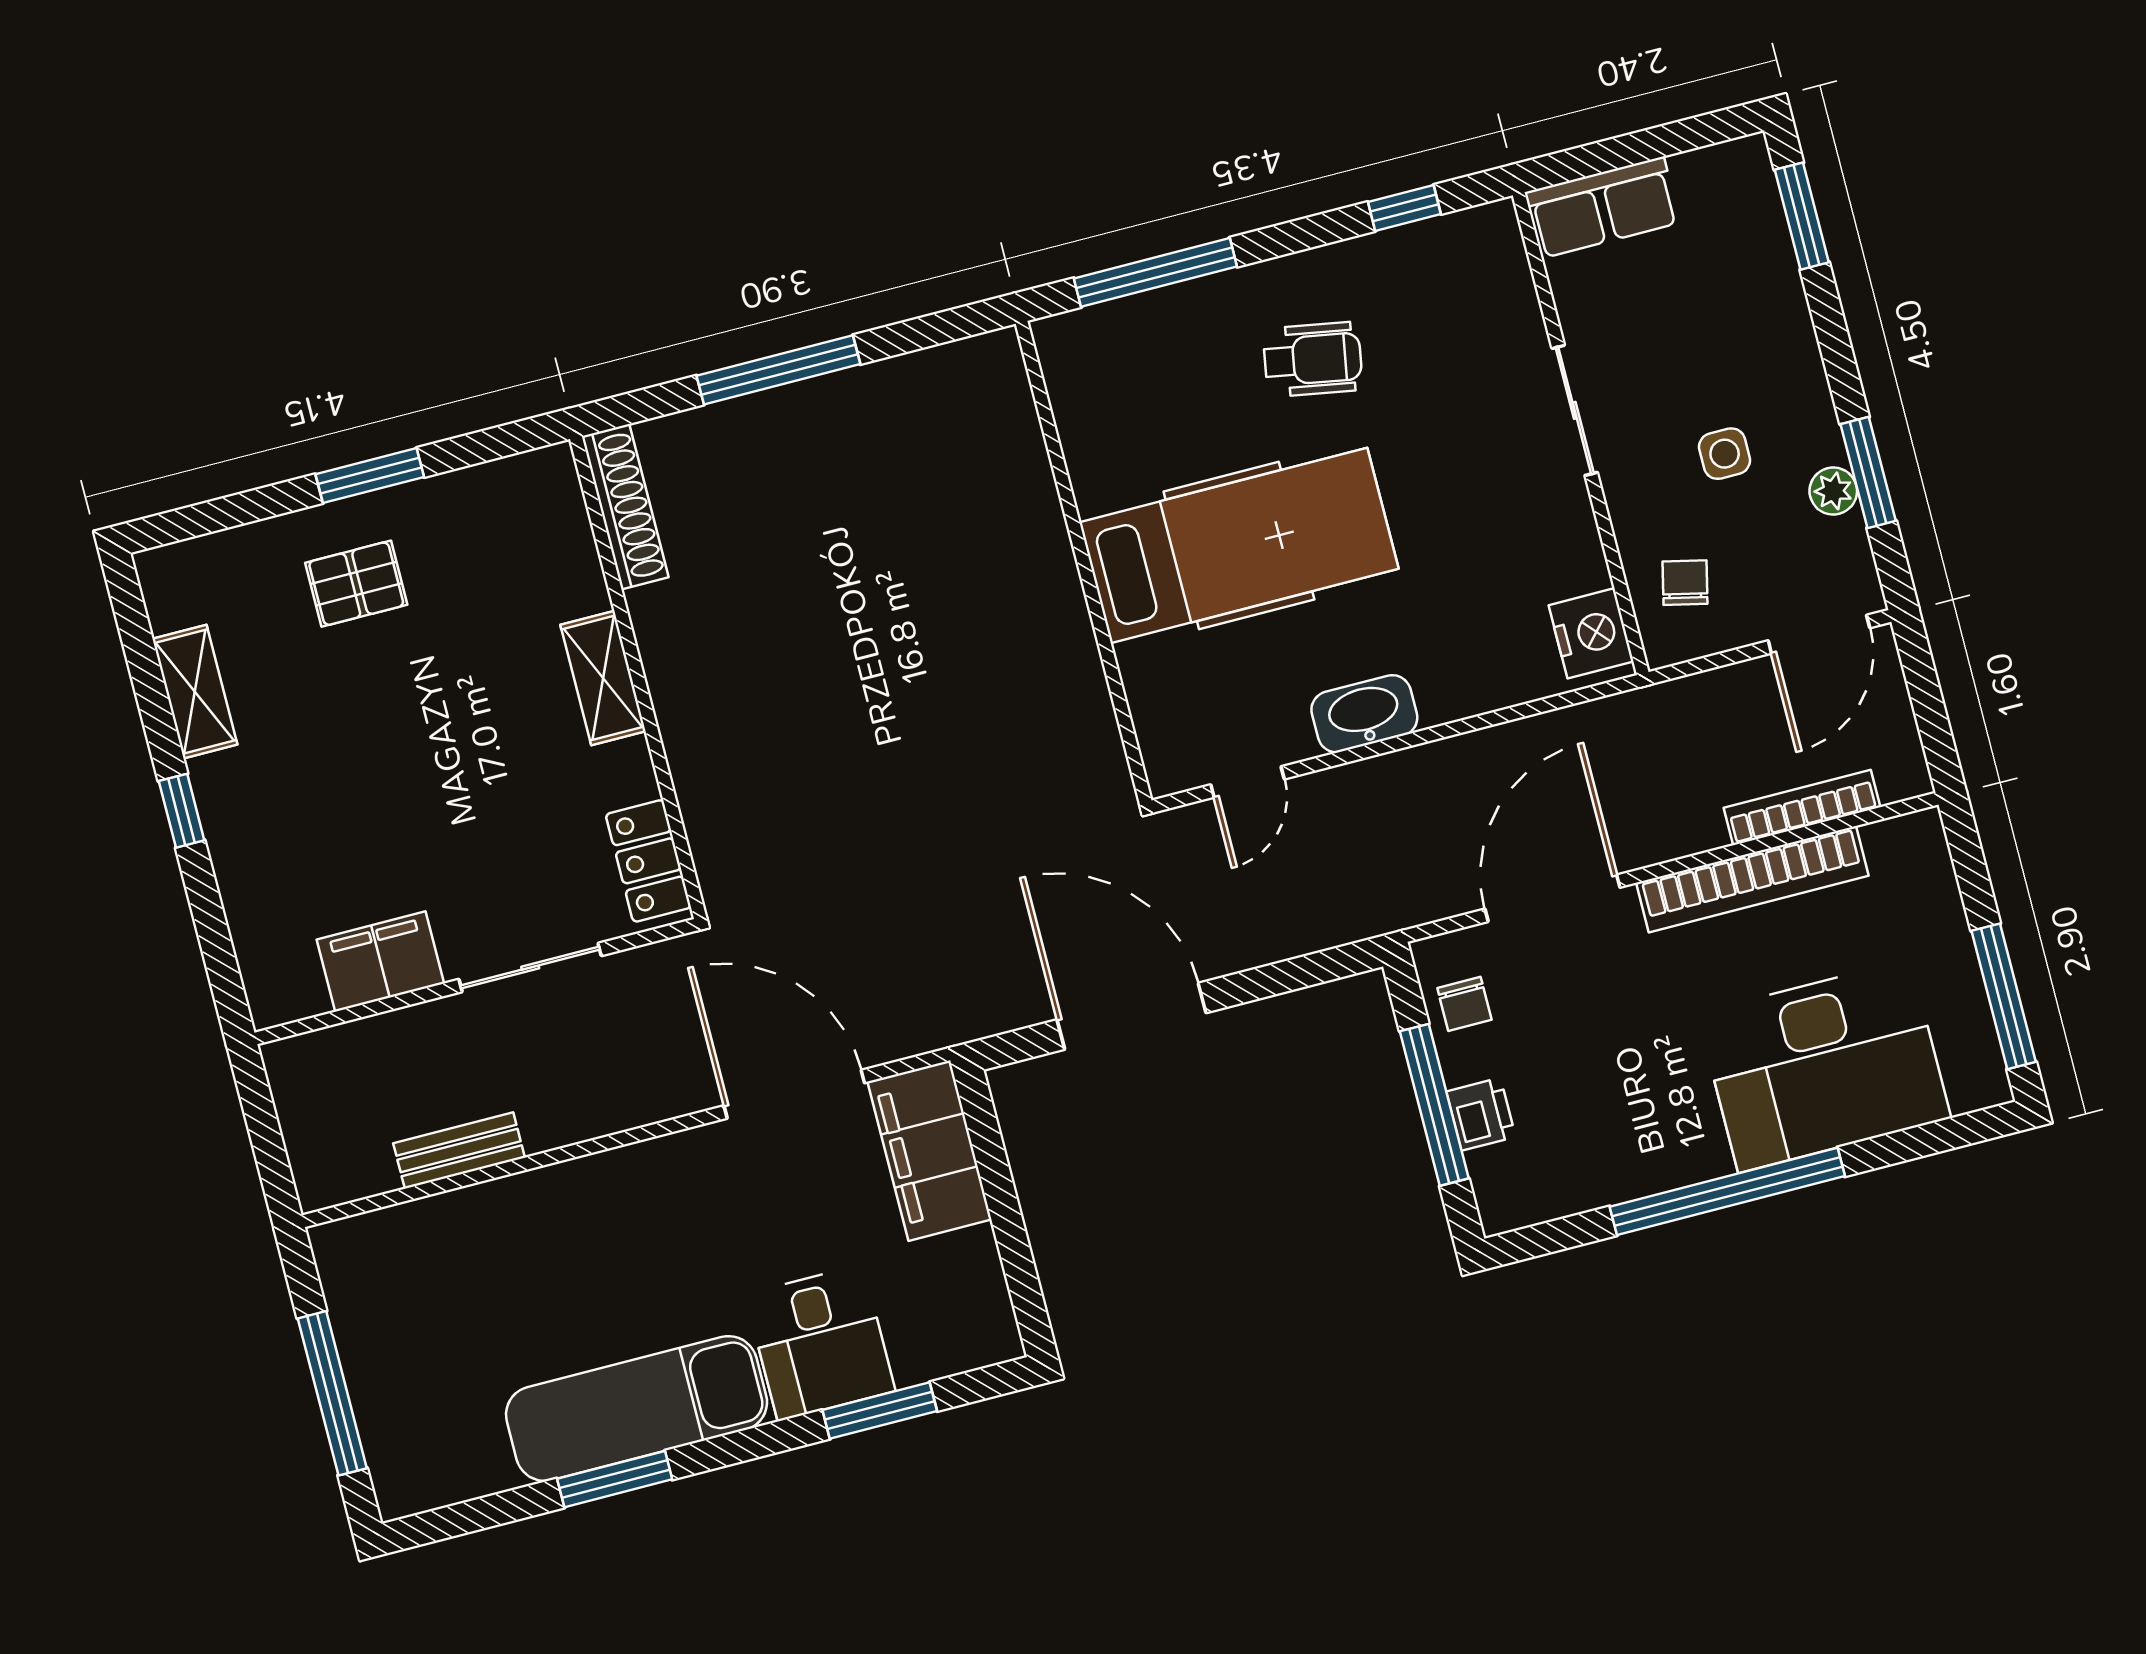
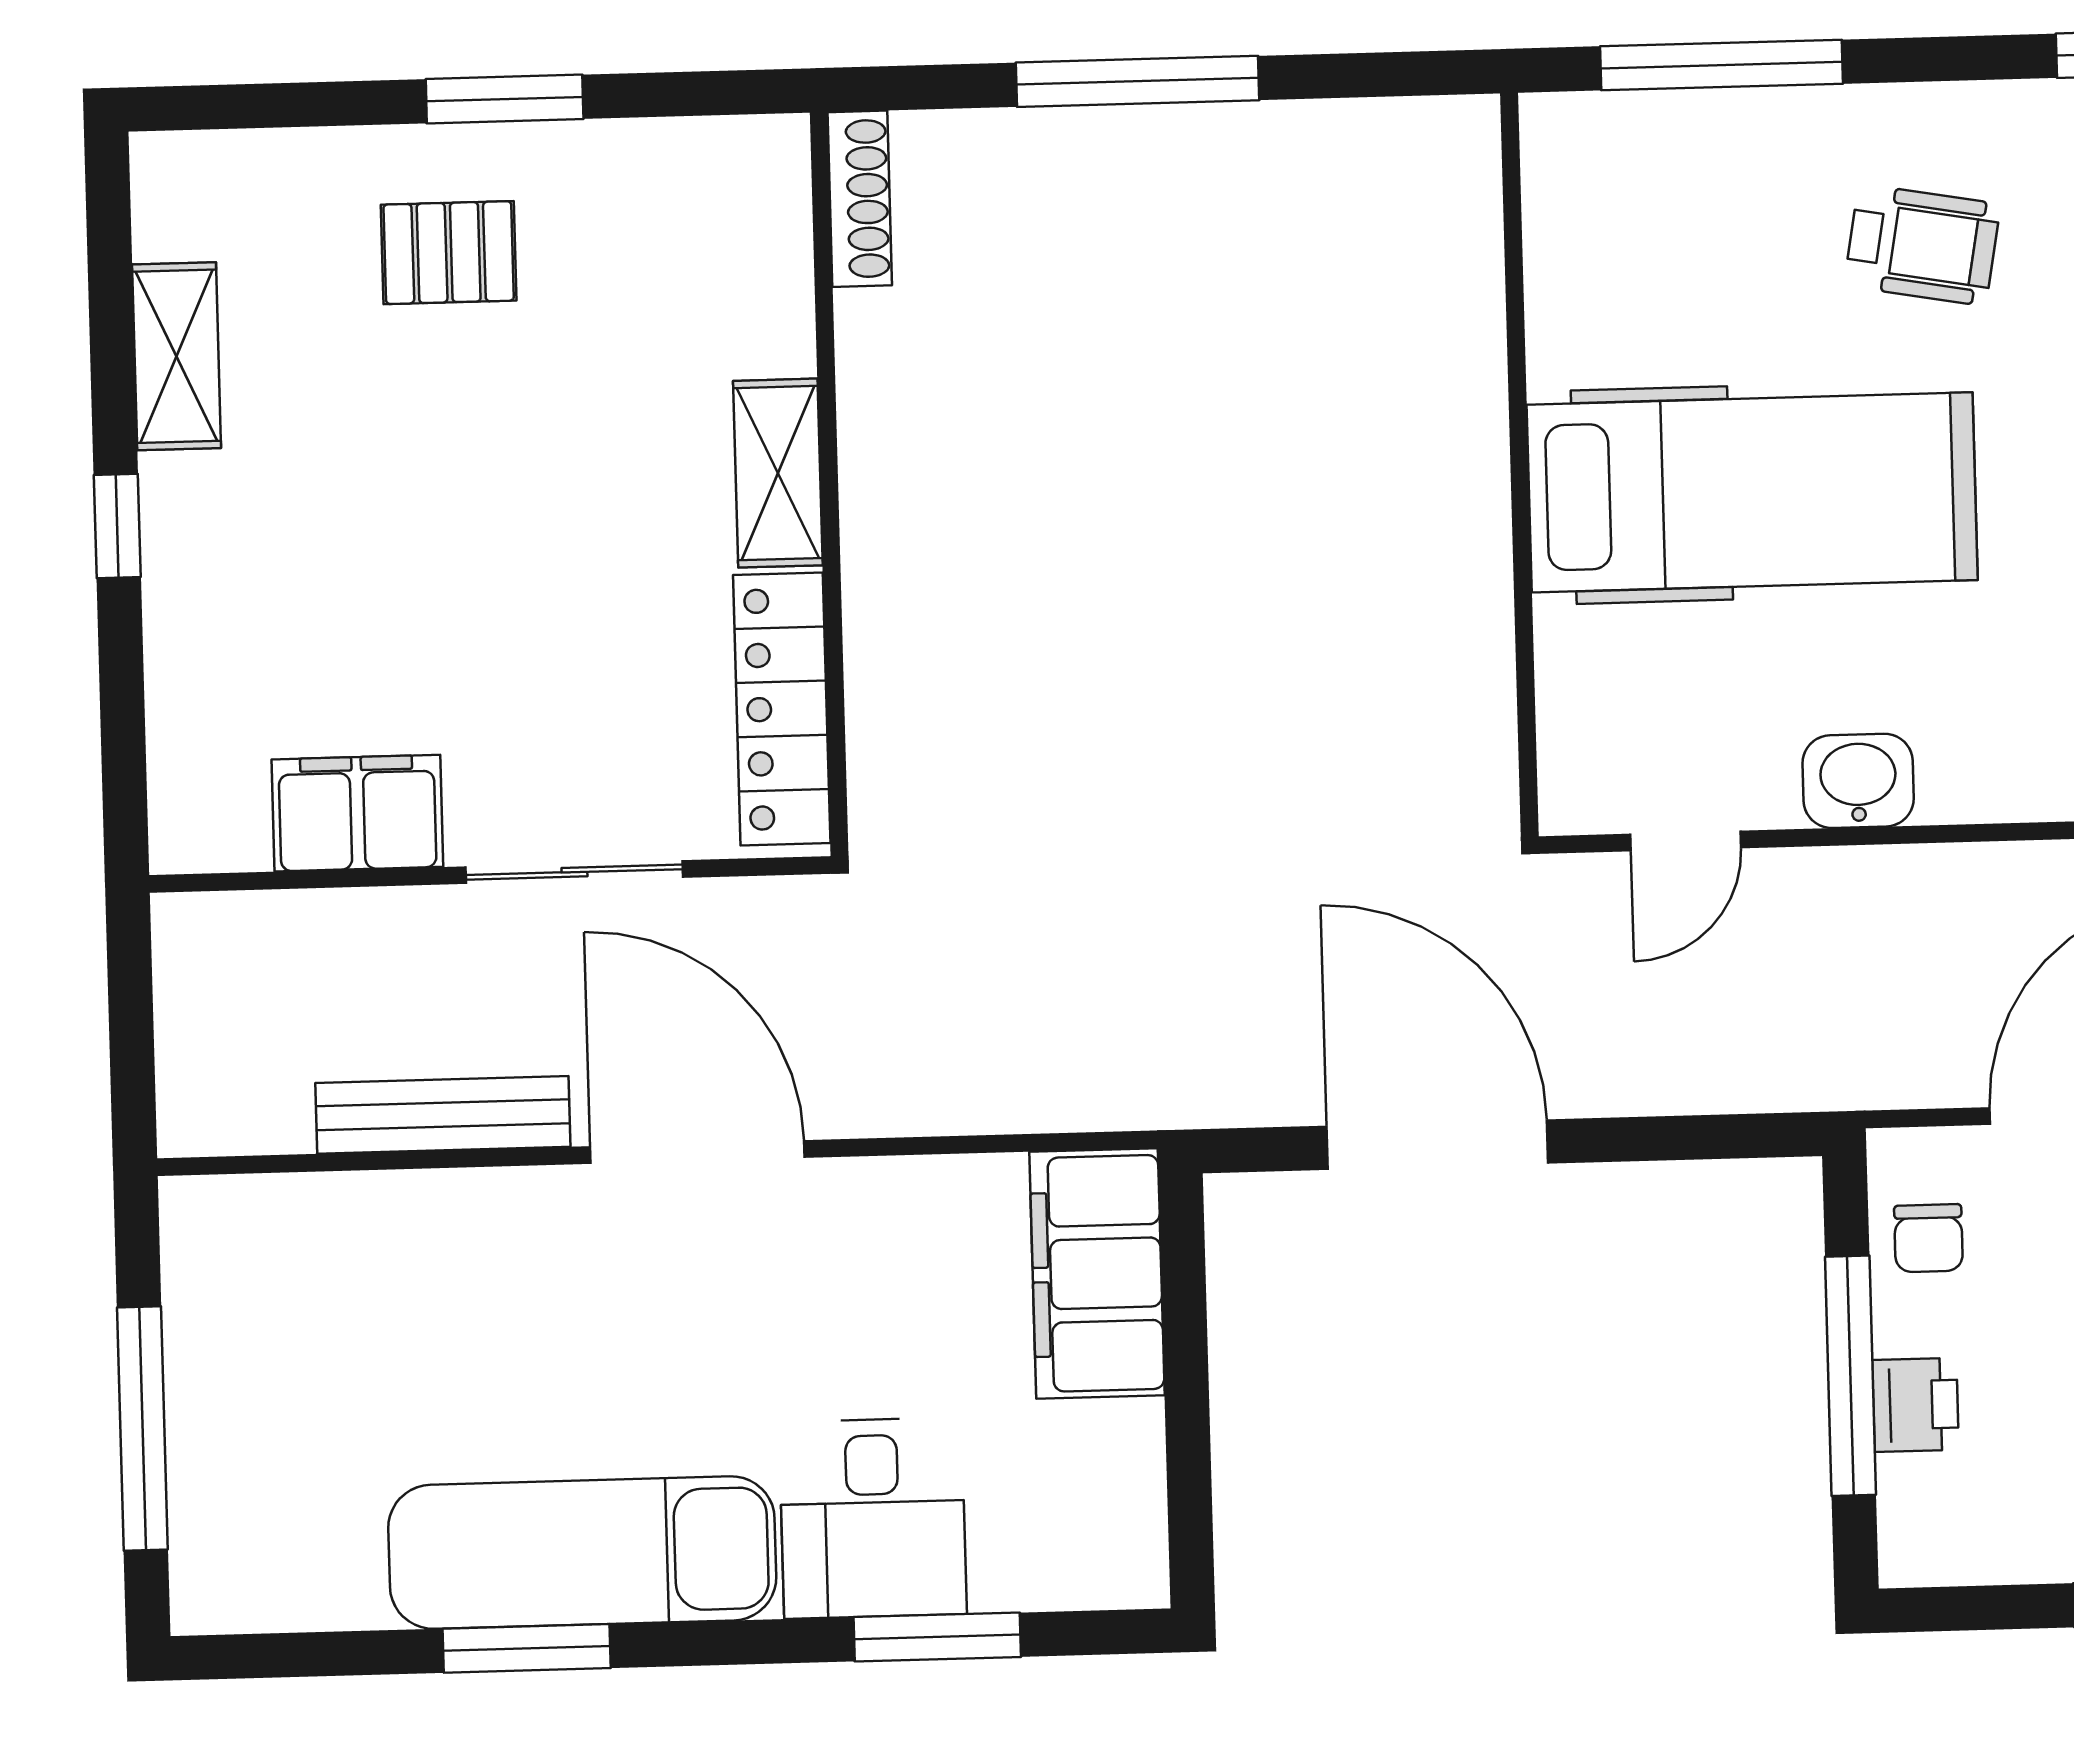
shoe rack: (625, 507) -> (860, 199), width x0.74, depth x0.81
washbasin: (1364, 714) -> (1858, 781), width x0.72
locker: (648, 861) -> (782, 709), width x1.53
door: (794, 1094) -> (697, 1152), moved
bench: (459, 1150) -> (443, 1115), width x1.36

